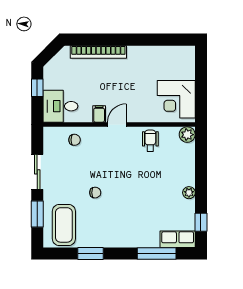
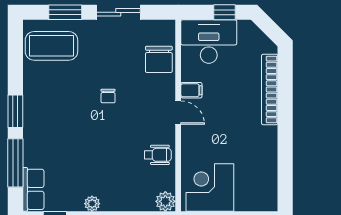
desk: (60, 106) -> (209, 42), width x1.37
chair: (75, 140) -> (159, 59), width x1.87, depth x1.87
chair: (95, 193) -> (108, 96), moved
window: (90, 254) -> (15, 111), moved

